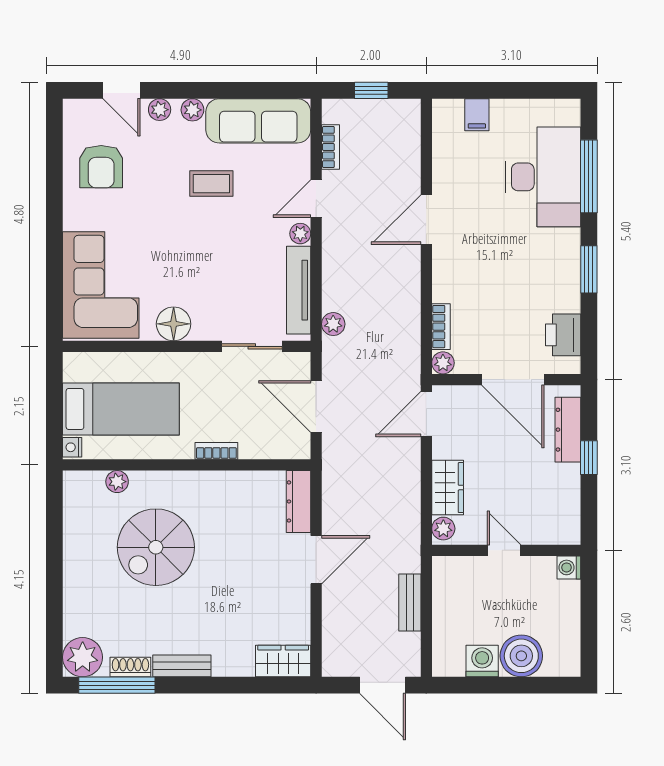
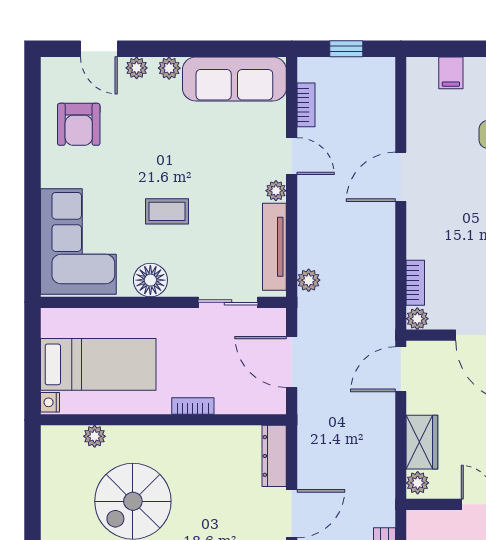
coffee table: (211, 184) -> (167, 211), moved
door: (316, 199) -> (292, 156), swing flipped

